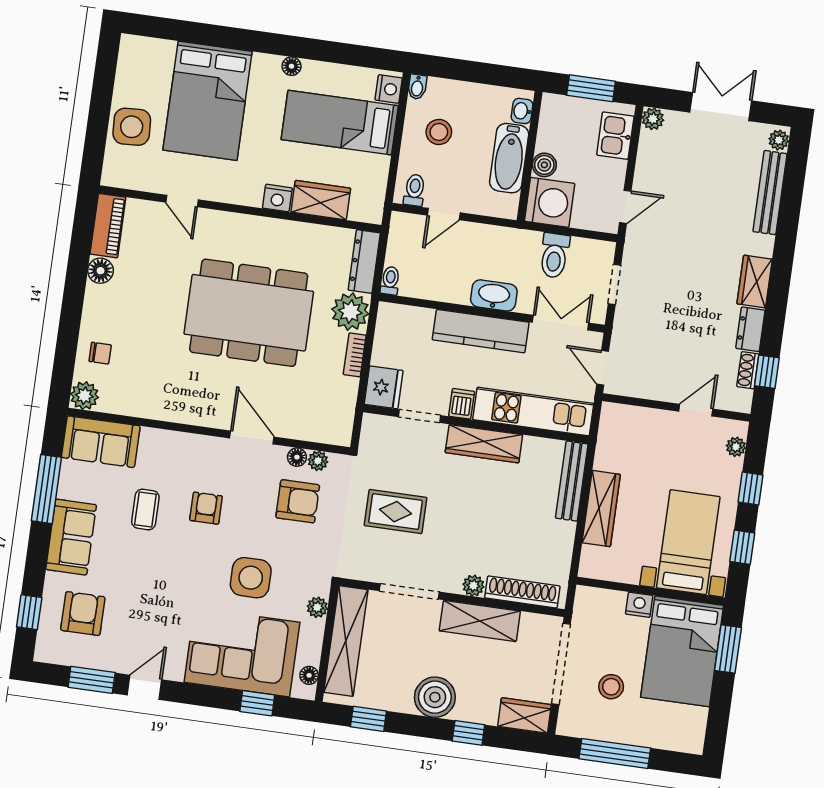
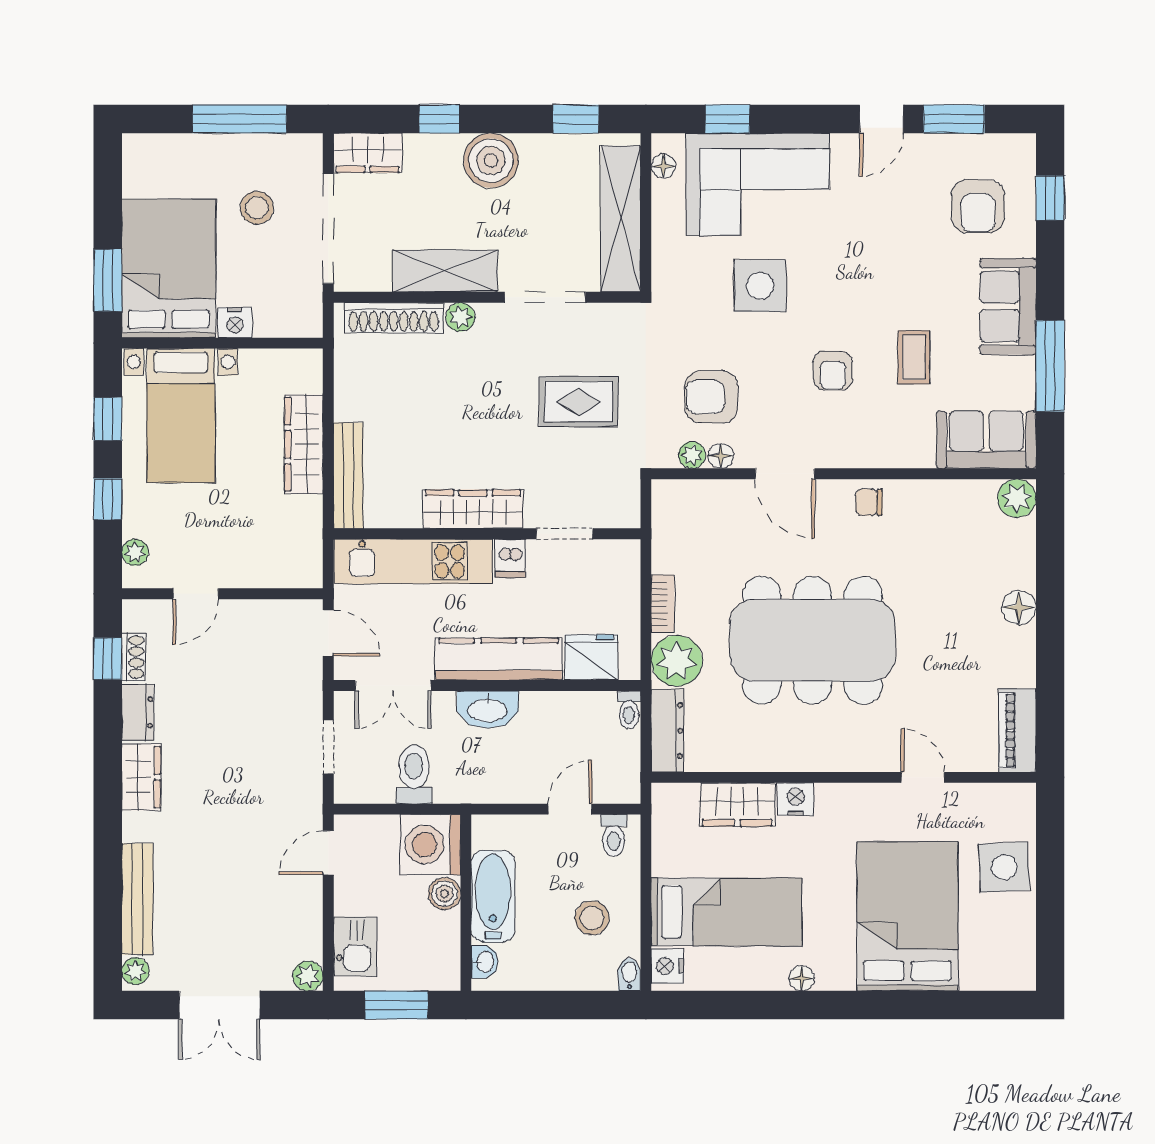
floor lamp: (101, 271) -> (1019, 608), moved
chair: (100, 353) -> (869, 502), moved
fridge: (384, 387) -> (591, 657), moved, turned 90
plant: (317, 607) -> (665, 259), removed

